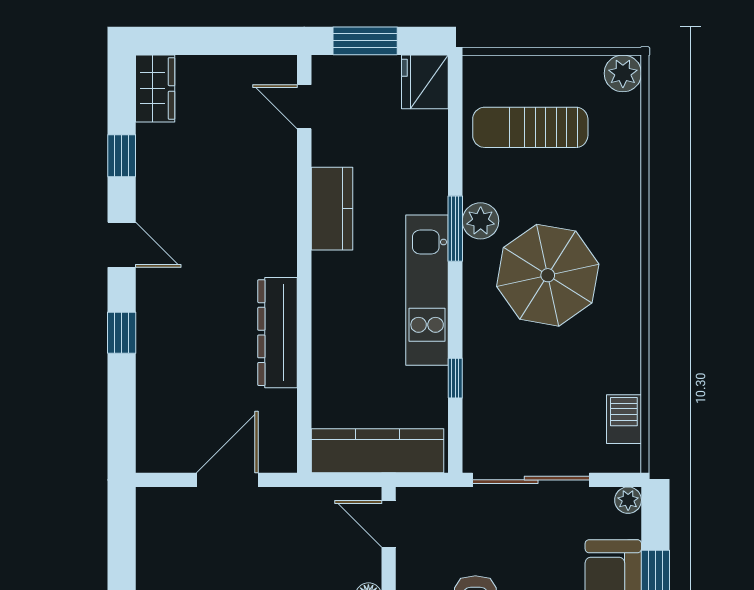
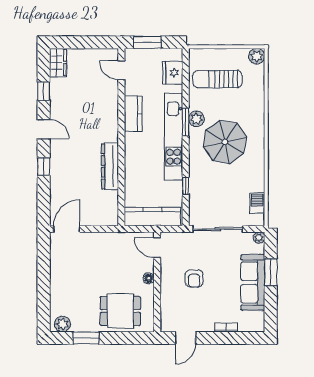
fridge: (425, 82) -> (173, 73), moved
kitchen unit: (427, 290) -> (174, 137), width x1.36
door: (227, 480) -> (67, 229), moved

